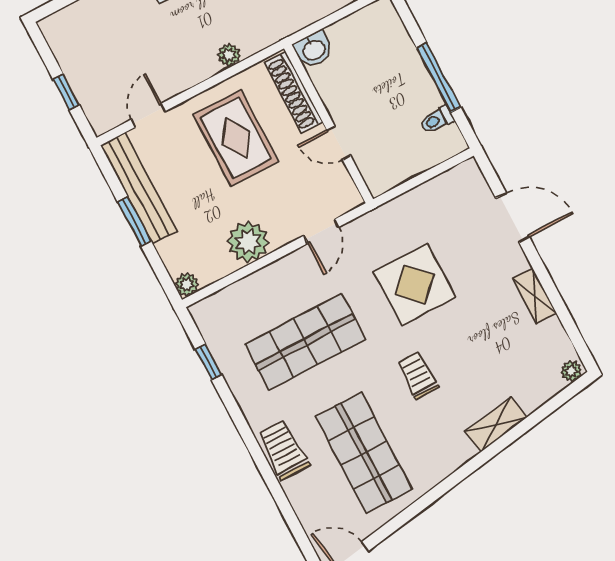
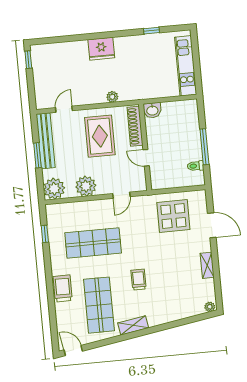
window: (66, 92) -> (28, 60), moved
plant: (187, 284) -> (54, 189), width x1.88, depth x1.88
display table: (415, 284) -> (173, 216), moved
shelving: (496, 424) -> (133, 325), moved

